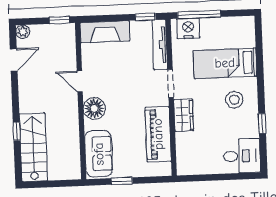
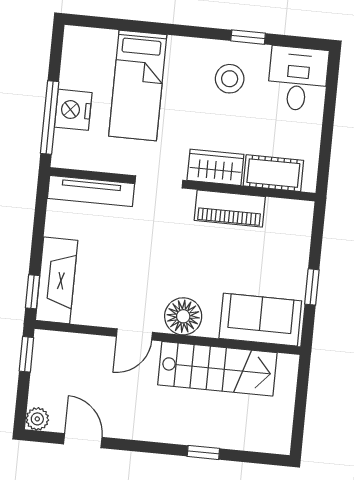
window: (145, 17) -> (33, 292), moved
nightstand: (188, 28) -> (73, 110), moved
stool: (234, 100) -> (230, 79), moved
piano: (158, 134) -> (230, 208), width x0.73, depth x0.75
stairs: (33, 147) -> (217, 369), moved, turned 180
cot: (185, 149) -> (273, 173), added

